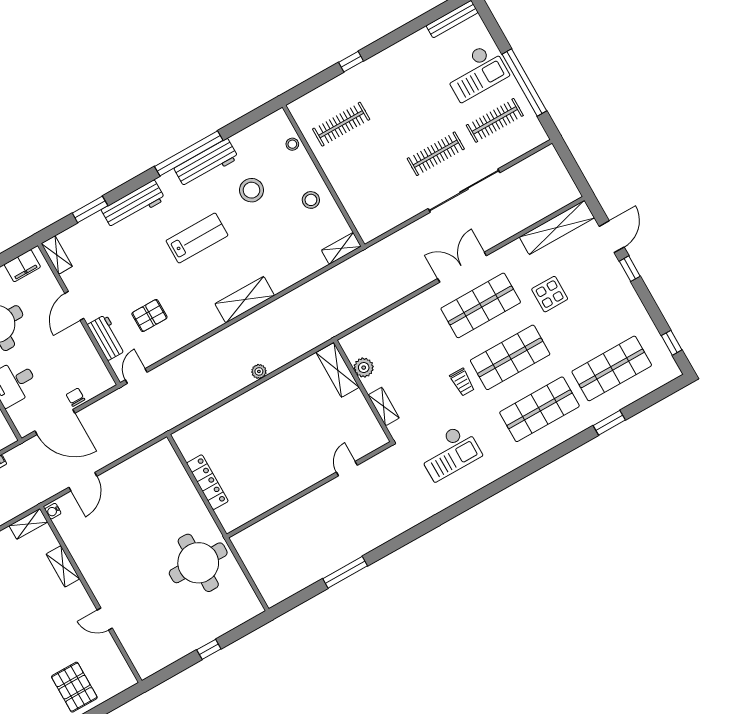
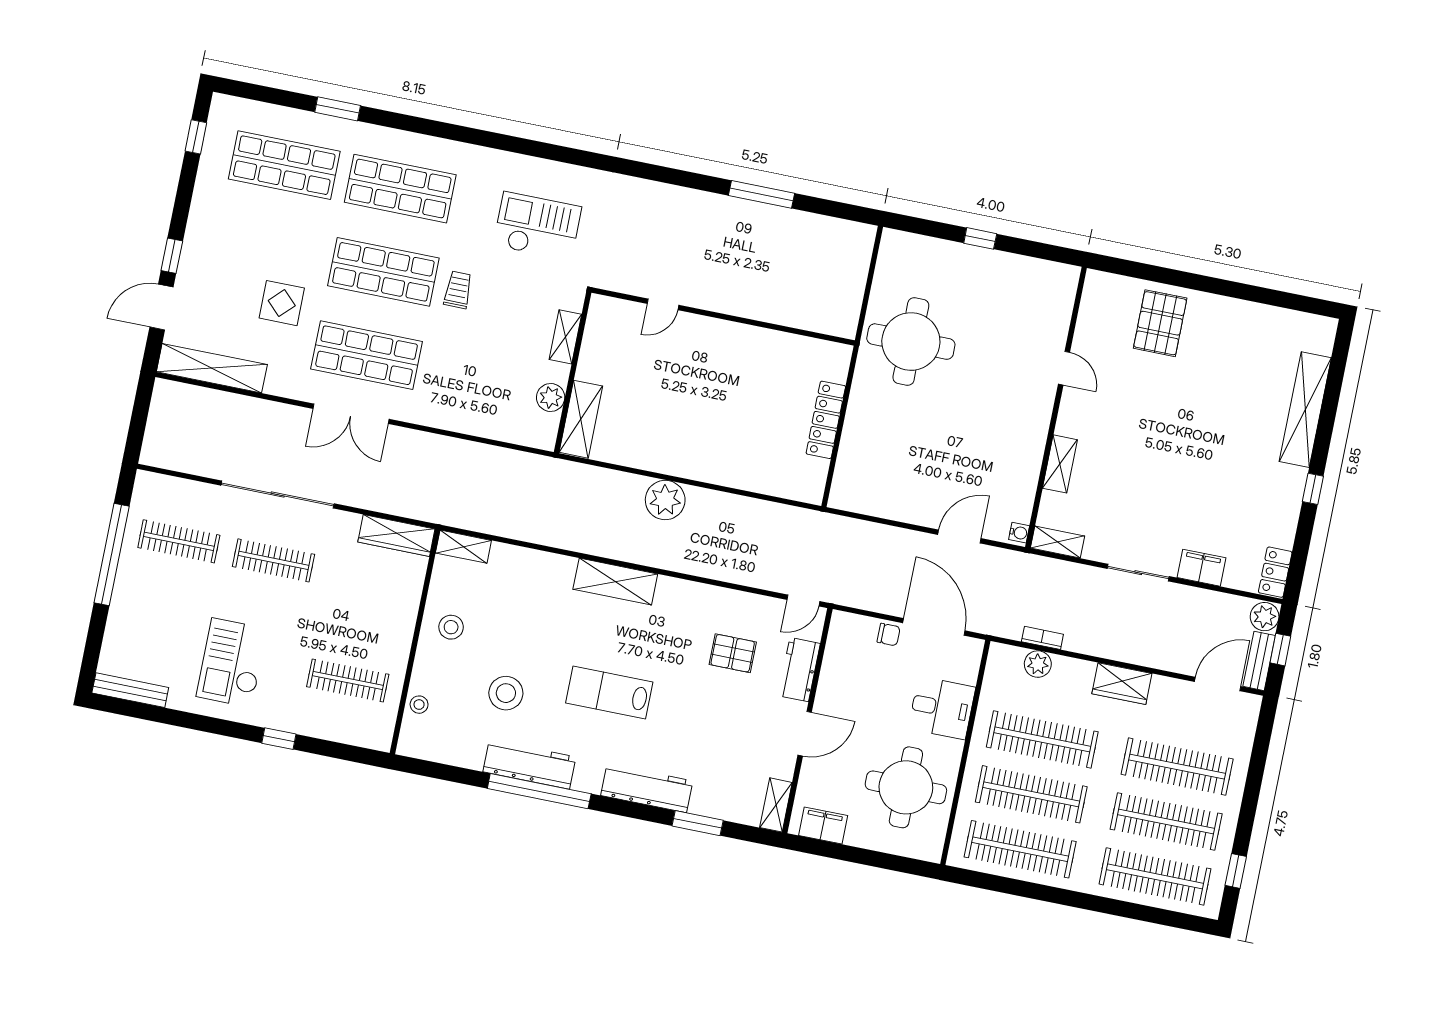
checkout: (476, 72) -> (232, 663), moved, turned -90
wardrobe: (382, 223) -> (396, 535), added
plant: (259, 371) -> (665, 500), width x1.87, depth x1.87
chair: (75, 397) -> (889, 635), turned -90

